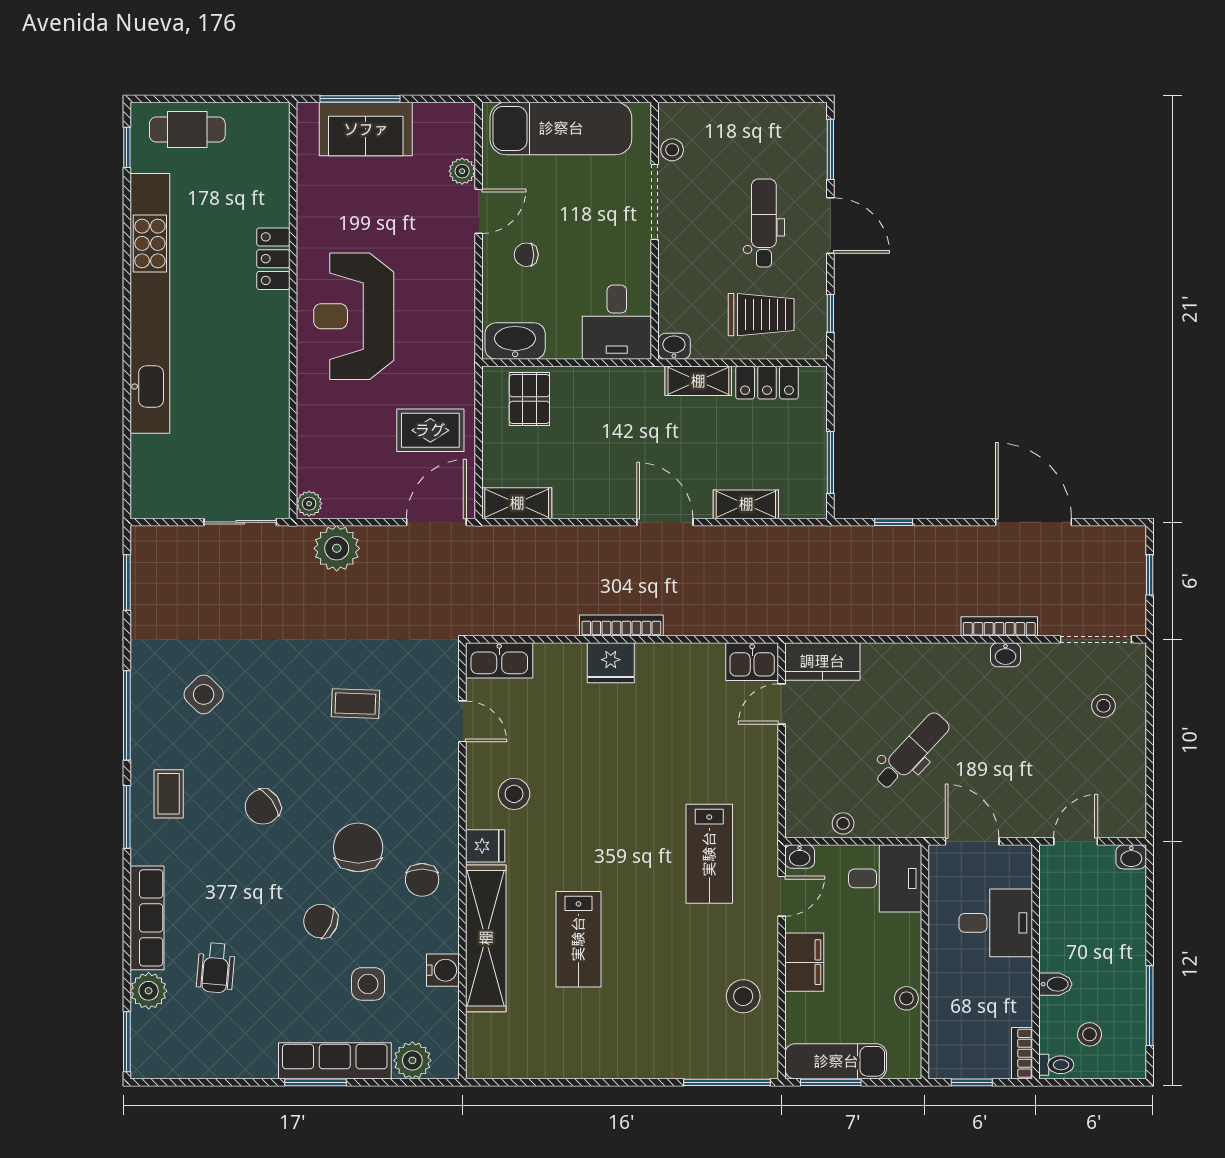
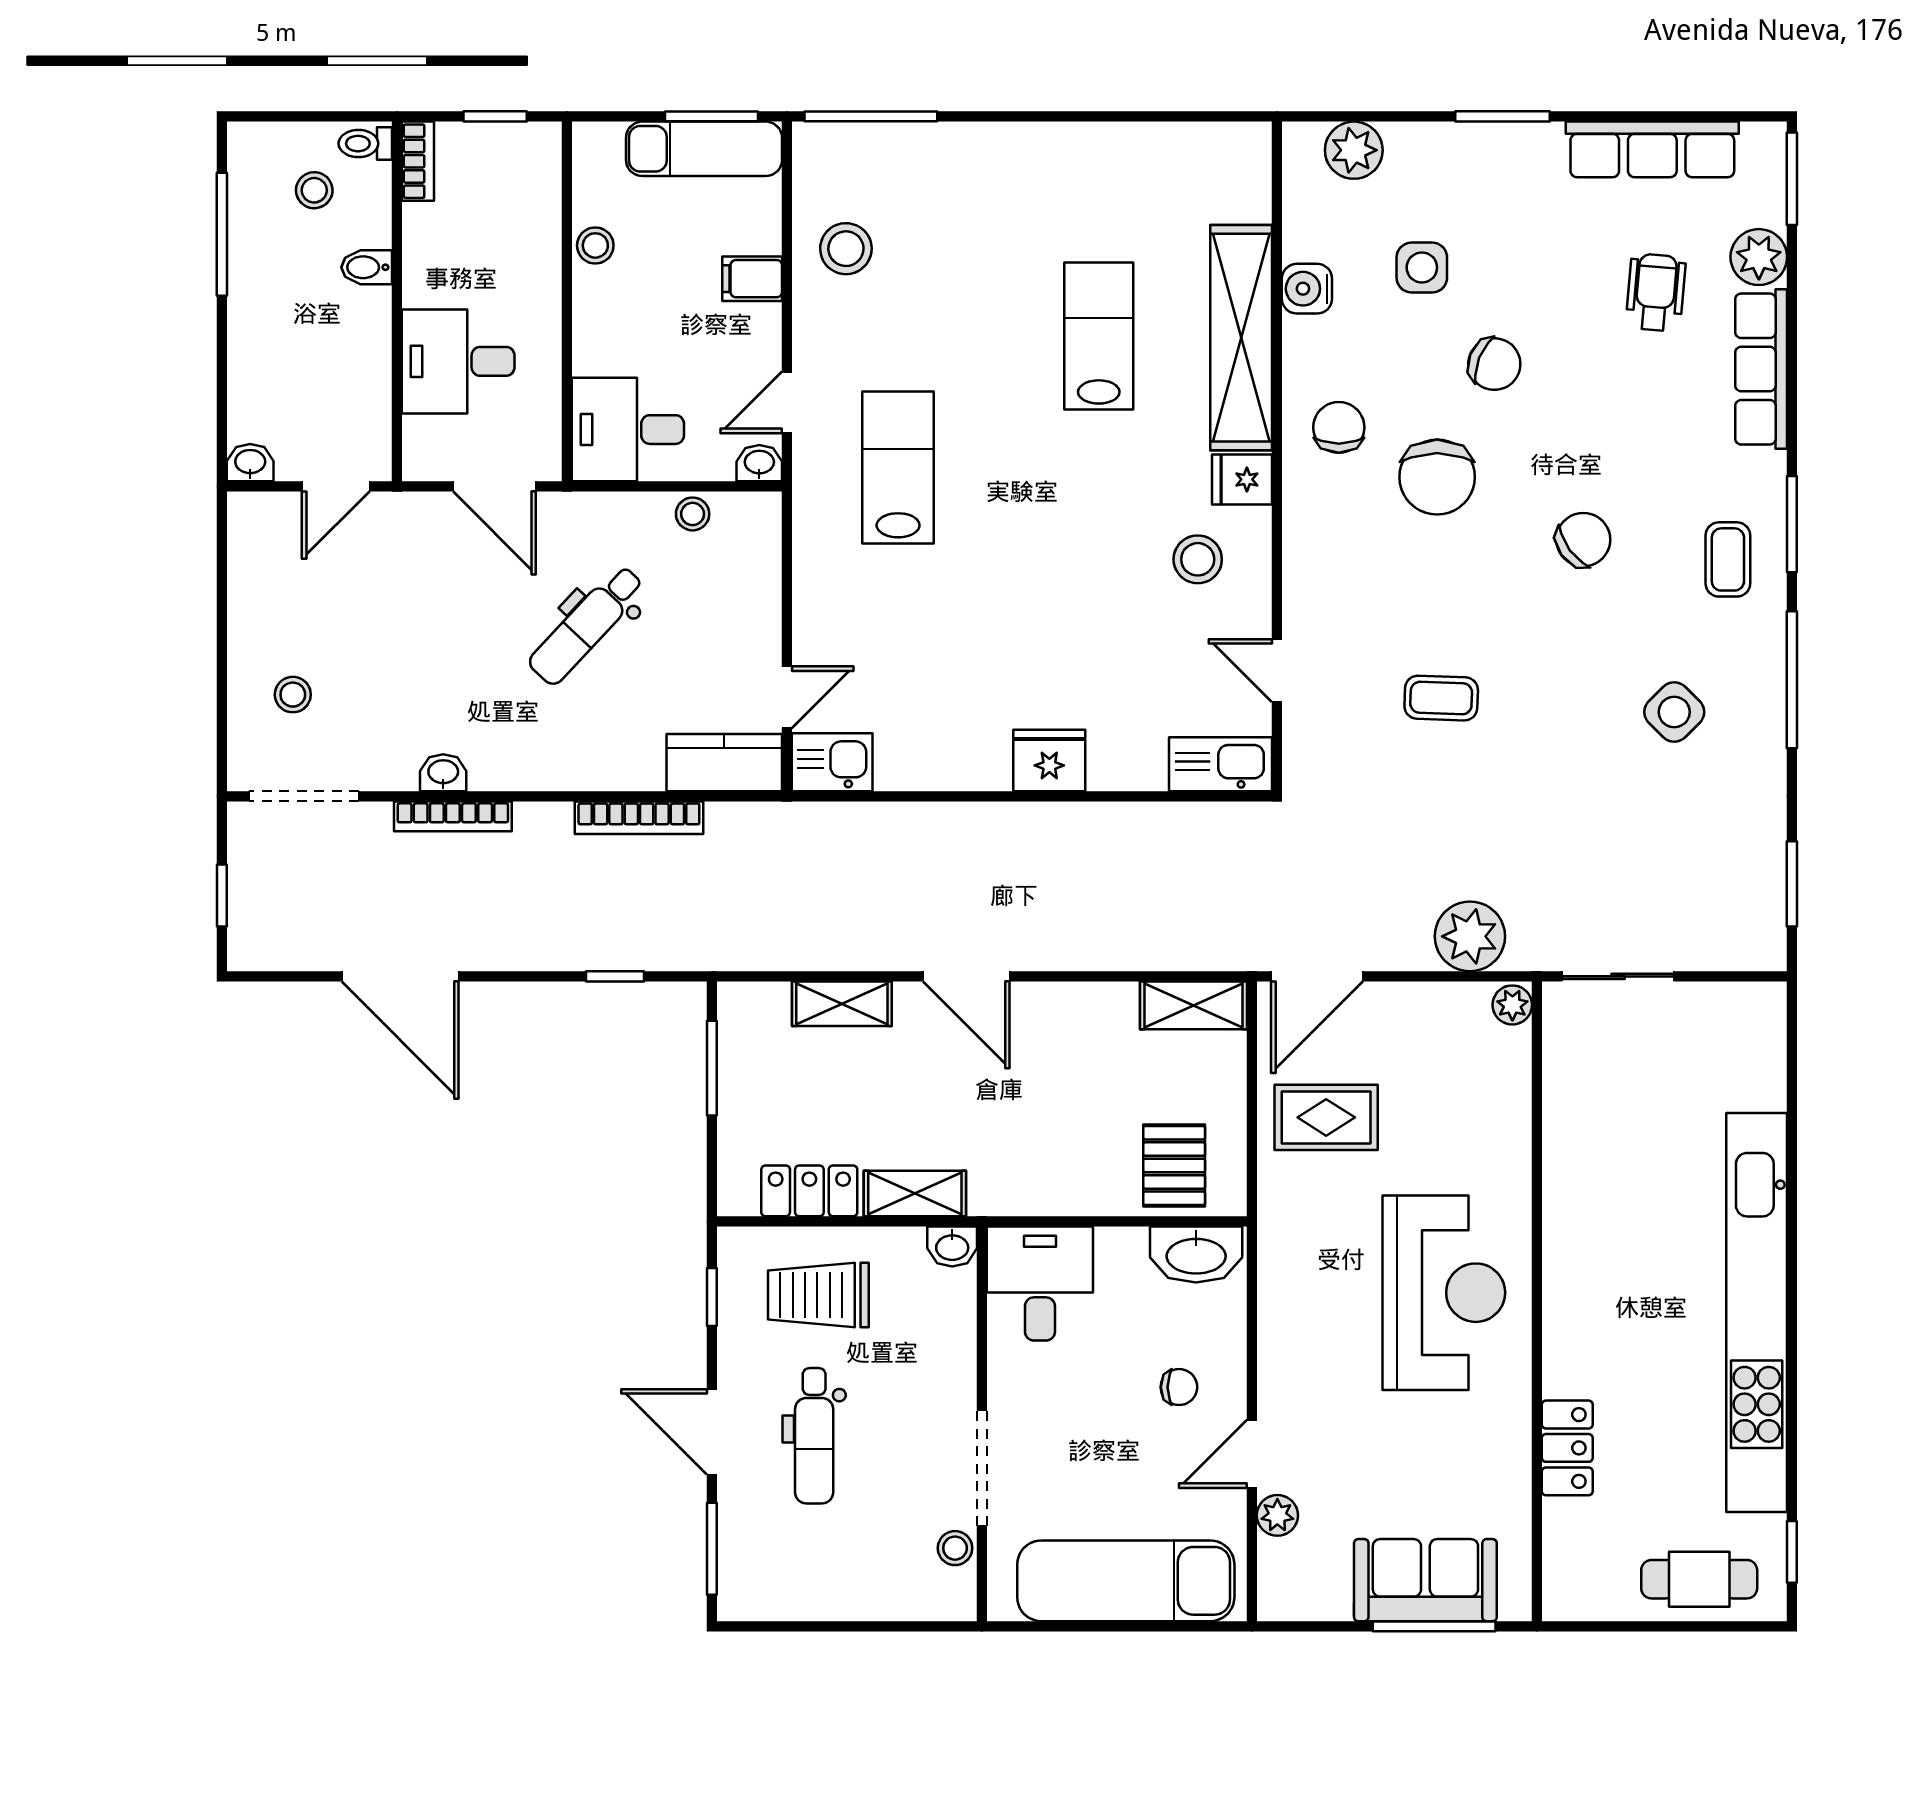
locker: (273, 259) -> (1567, 1448), moved
bookcase: (621, 626) -> (639, 818), moved
filing cabinet: (804, 962) -> (752, 279), width x0.50
row of seats: (335, 1061) -> (1652, 149), moved

